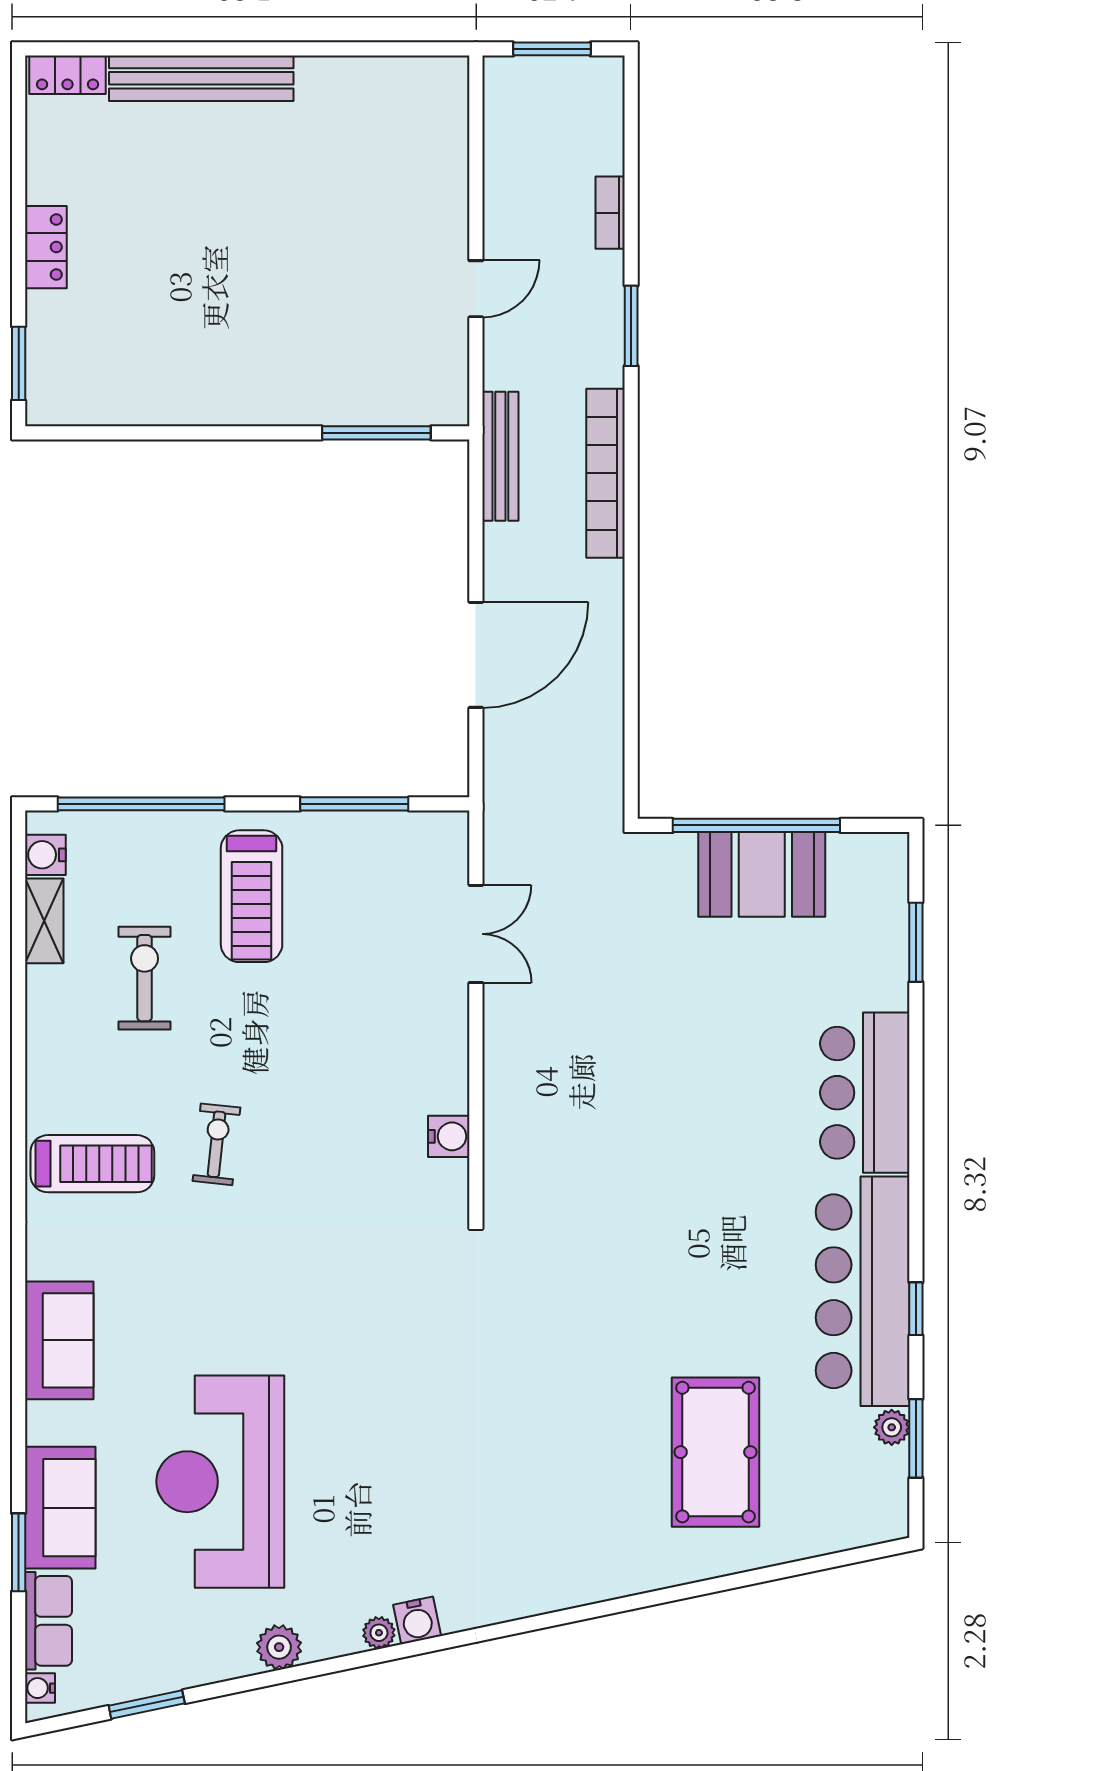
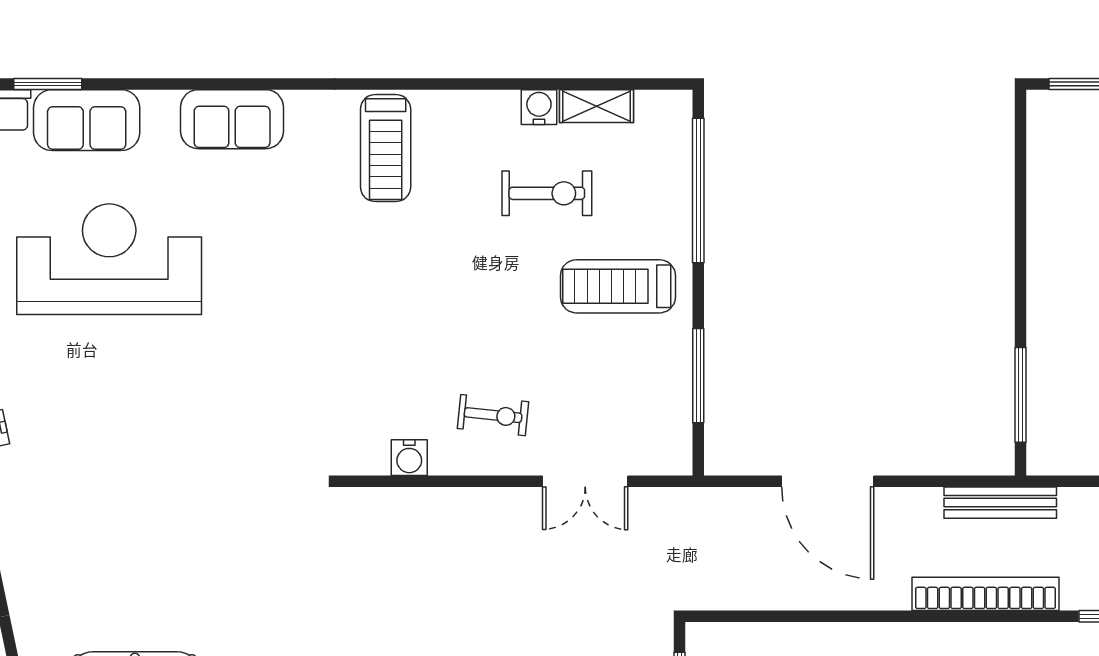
water cooler: (45, 855) -> (539, 107), moved
exercise bike: (216, 1144) -> (493, 415), moved

